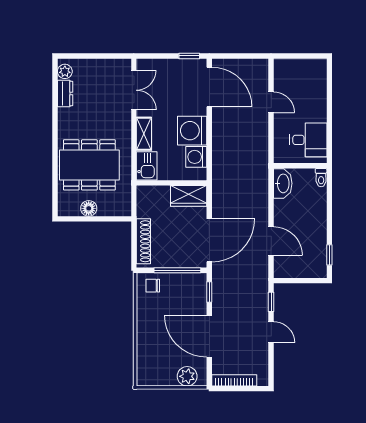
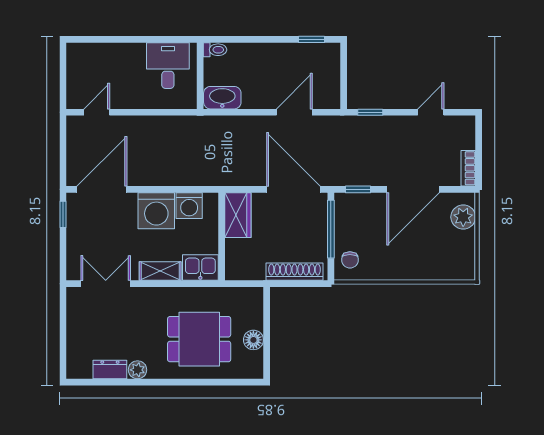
plant: (65, 71) -> (137, 370), moved
door: (271, 102) -> (97, 112), moved
dining table: (89, 165) -> (199, 339), width x0.73
door: (271, 332) -> (431, 112), moved
bookcase: (234, 380) -> (468, 168), width x0.64

